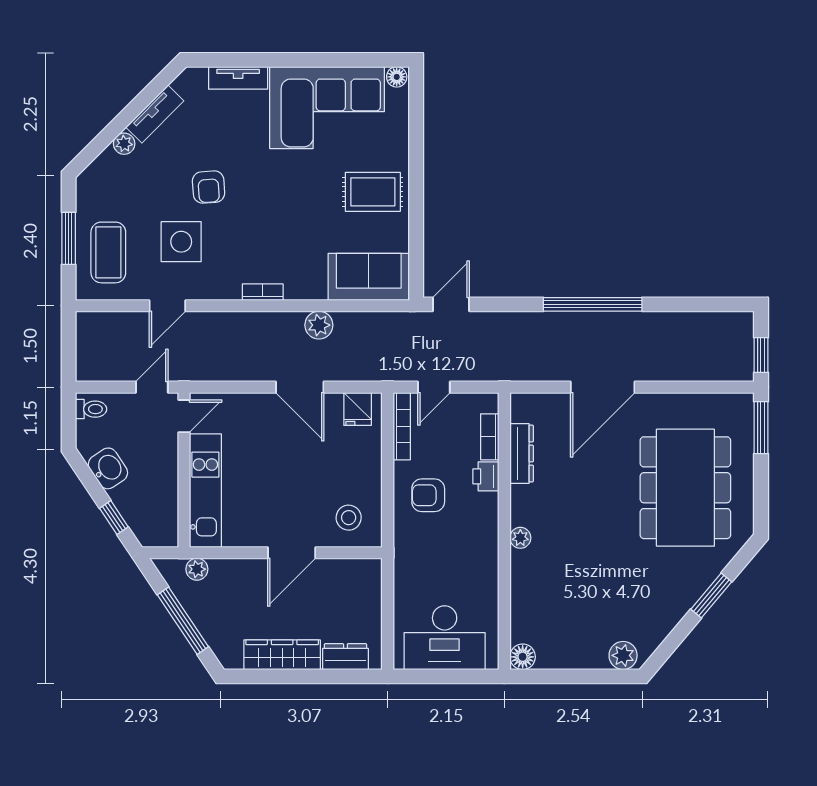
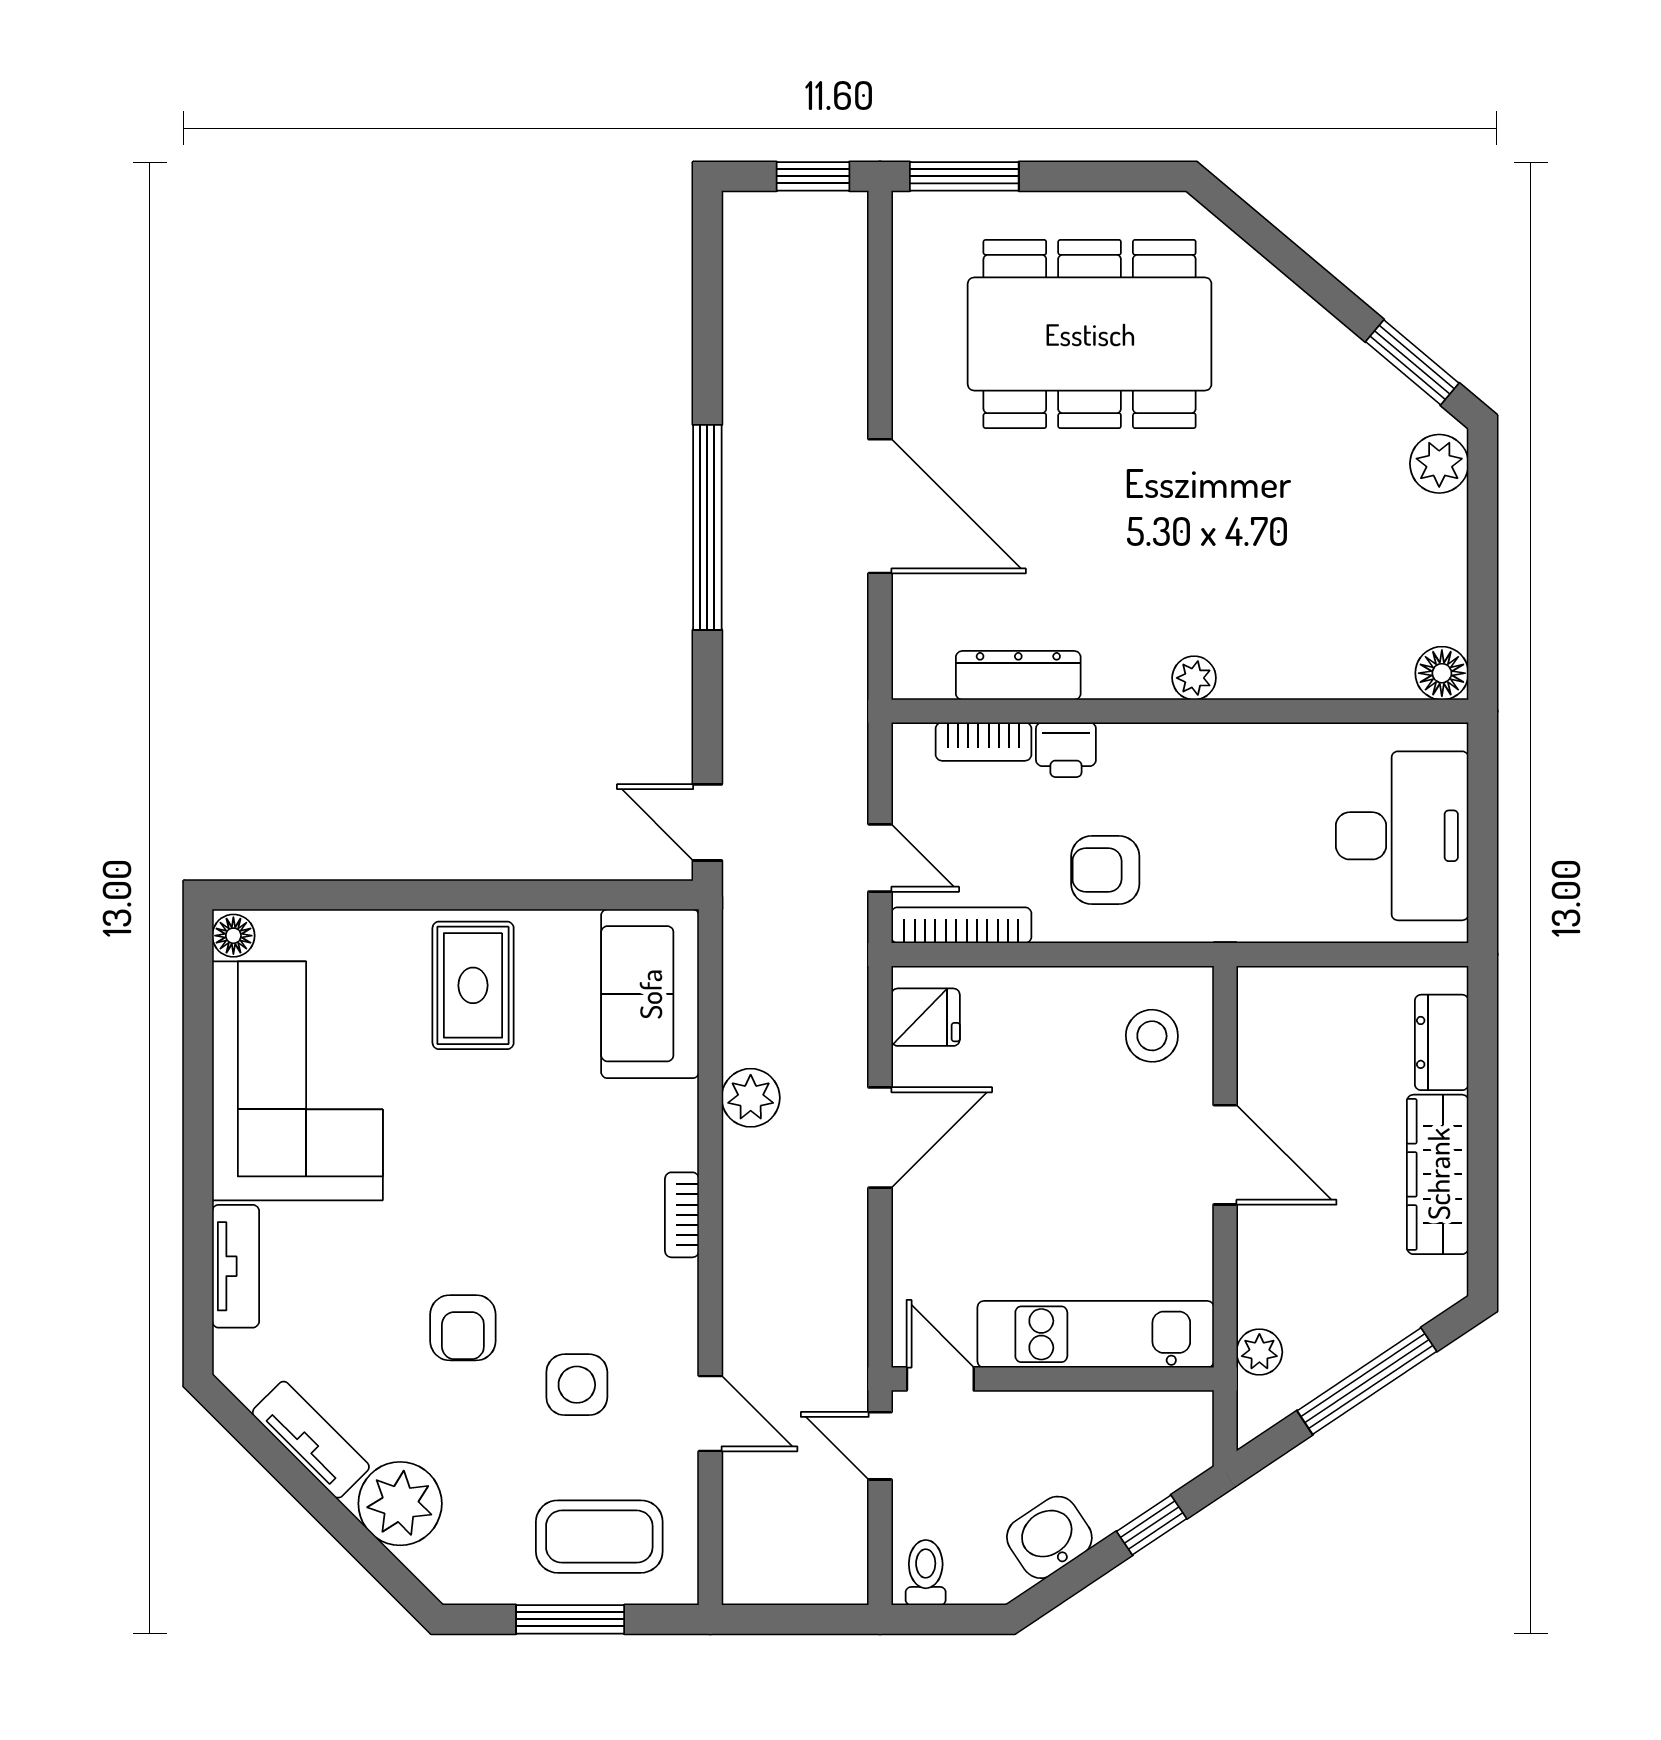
plant: (124, 144) -> (400, 1504), width x1.87, depth x1.87
armchair: (209, 187) -> (463, 1328), turned 94
side table: (181, 242) -> (577, 1385), width x0.73, depth x0.73
armchair: (428, 495) -> (1105, 870), turned 90
window: (711, 596) -> (1412, 362), moved

